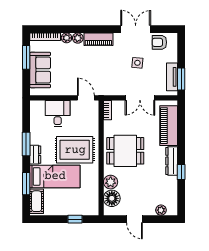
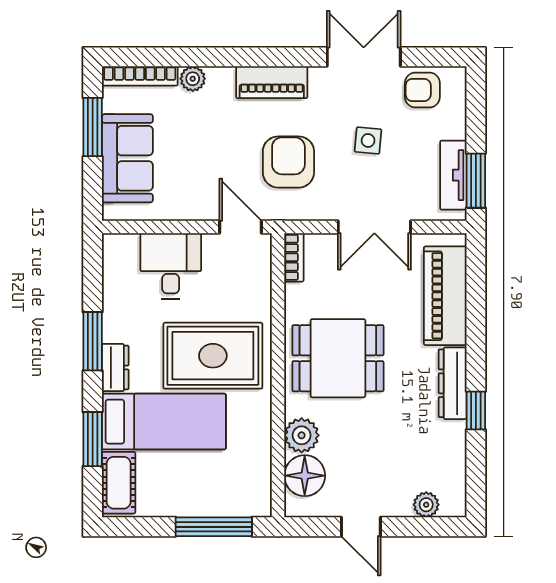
plant: (78, 38) -> (221, 79), removed
armchair: (105, 71) -> (288, 162), added
window: (75, 219) -> (214, 527), width x2.17

